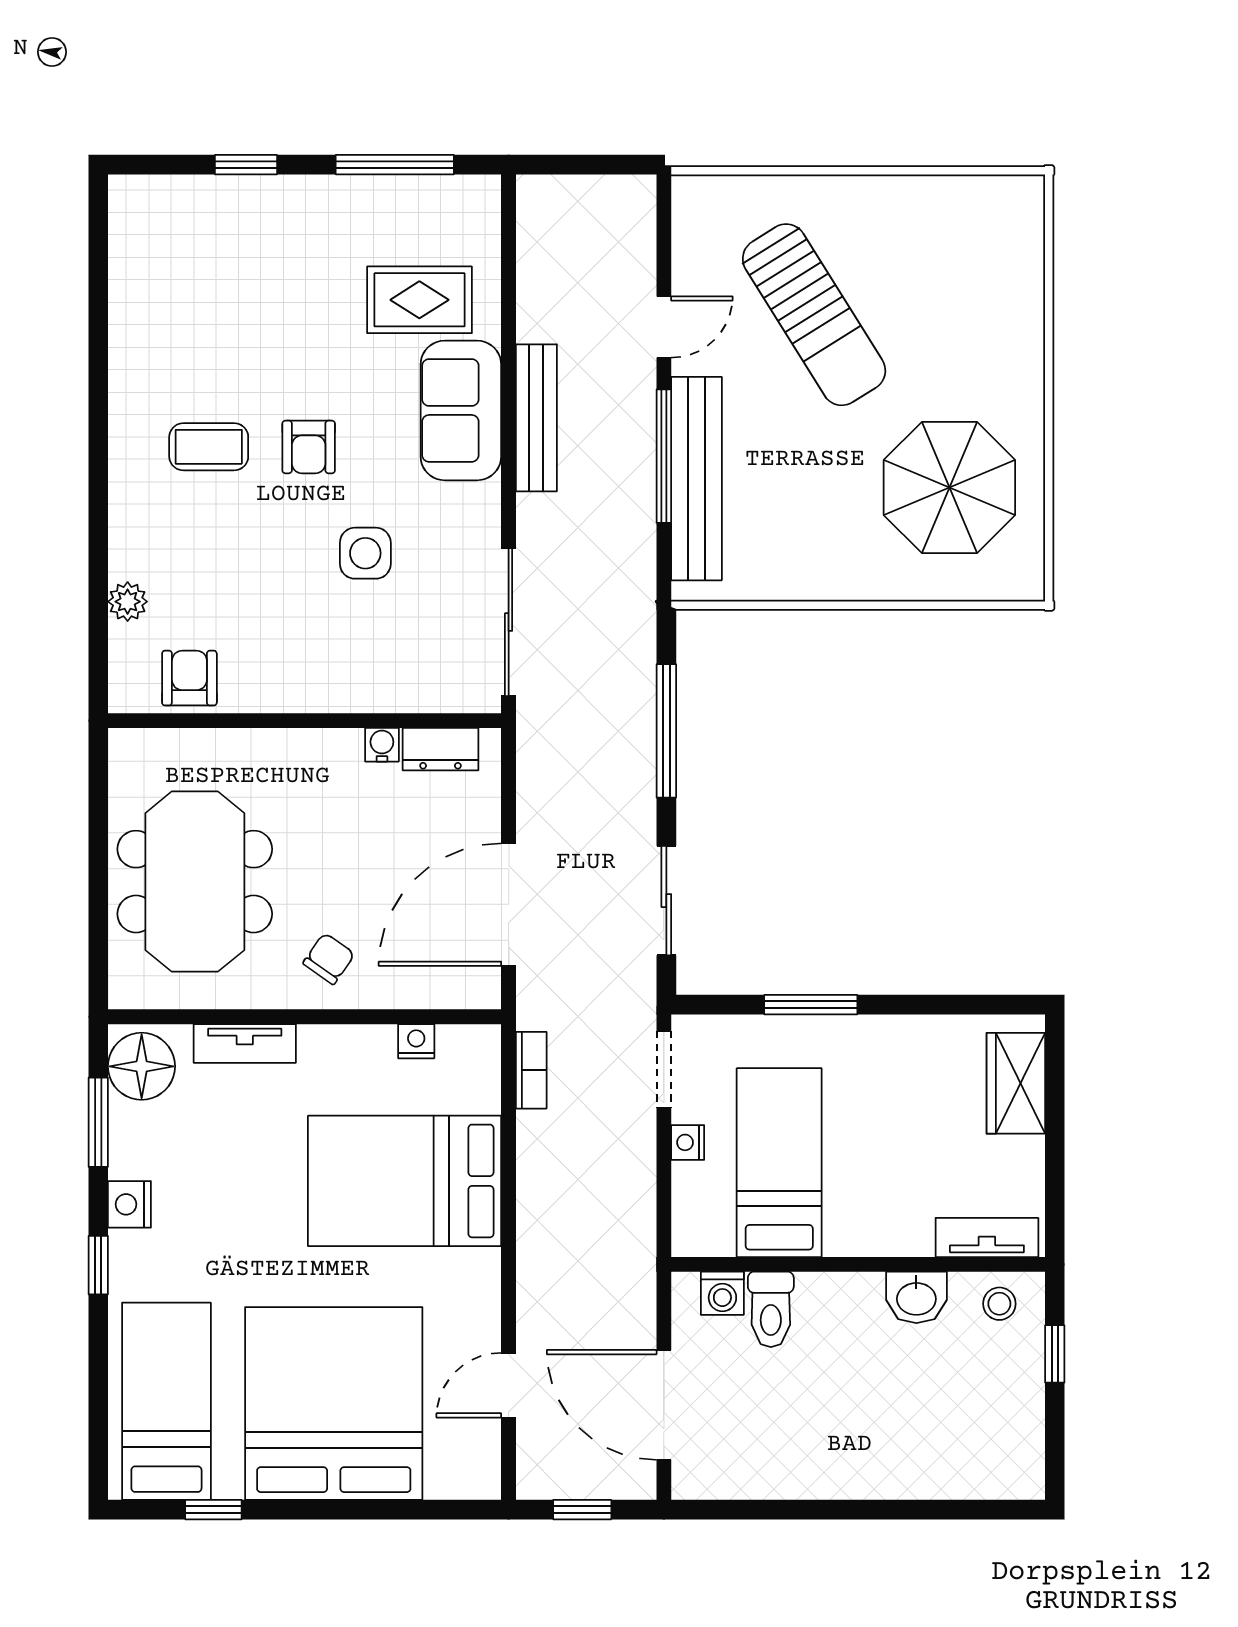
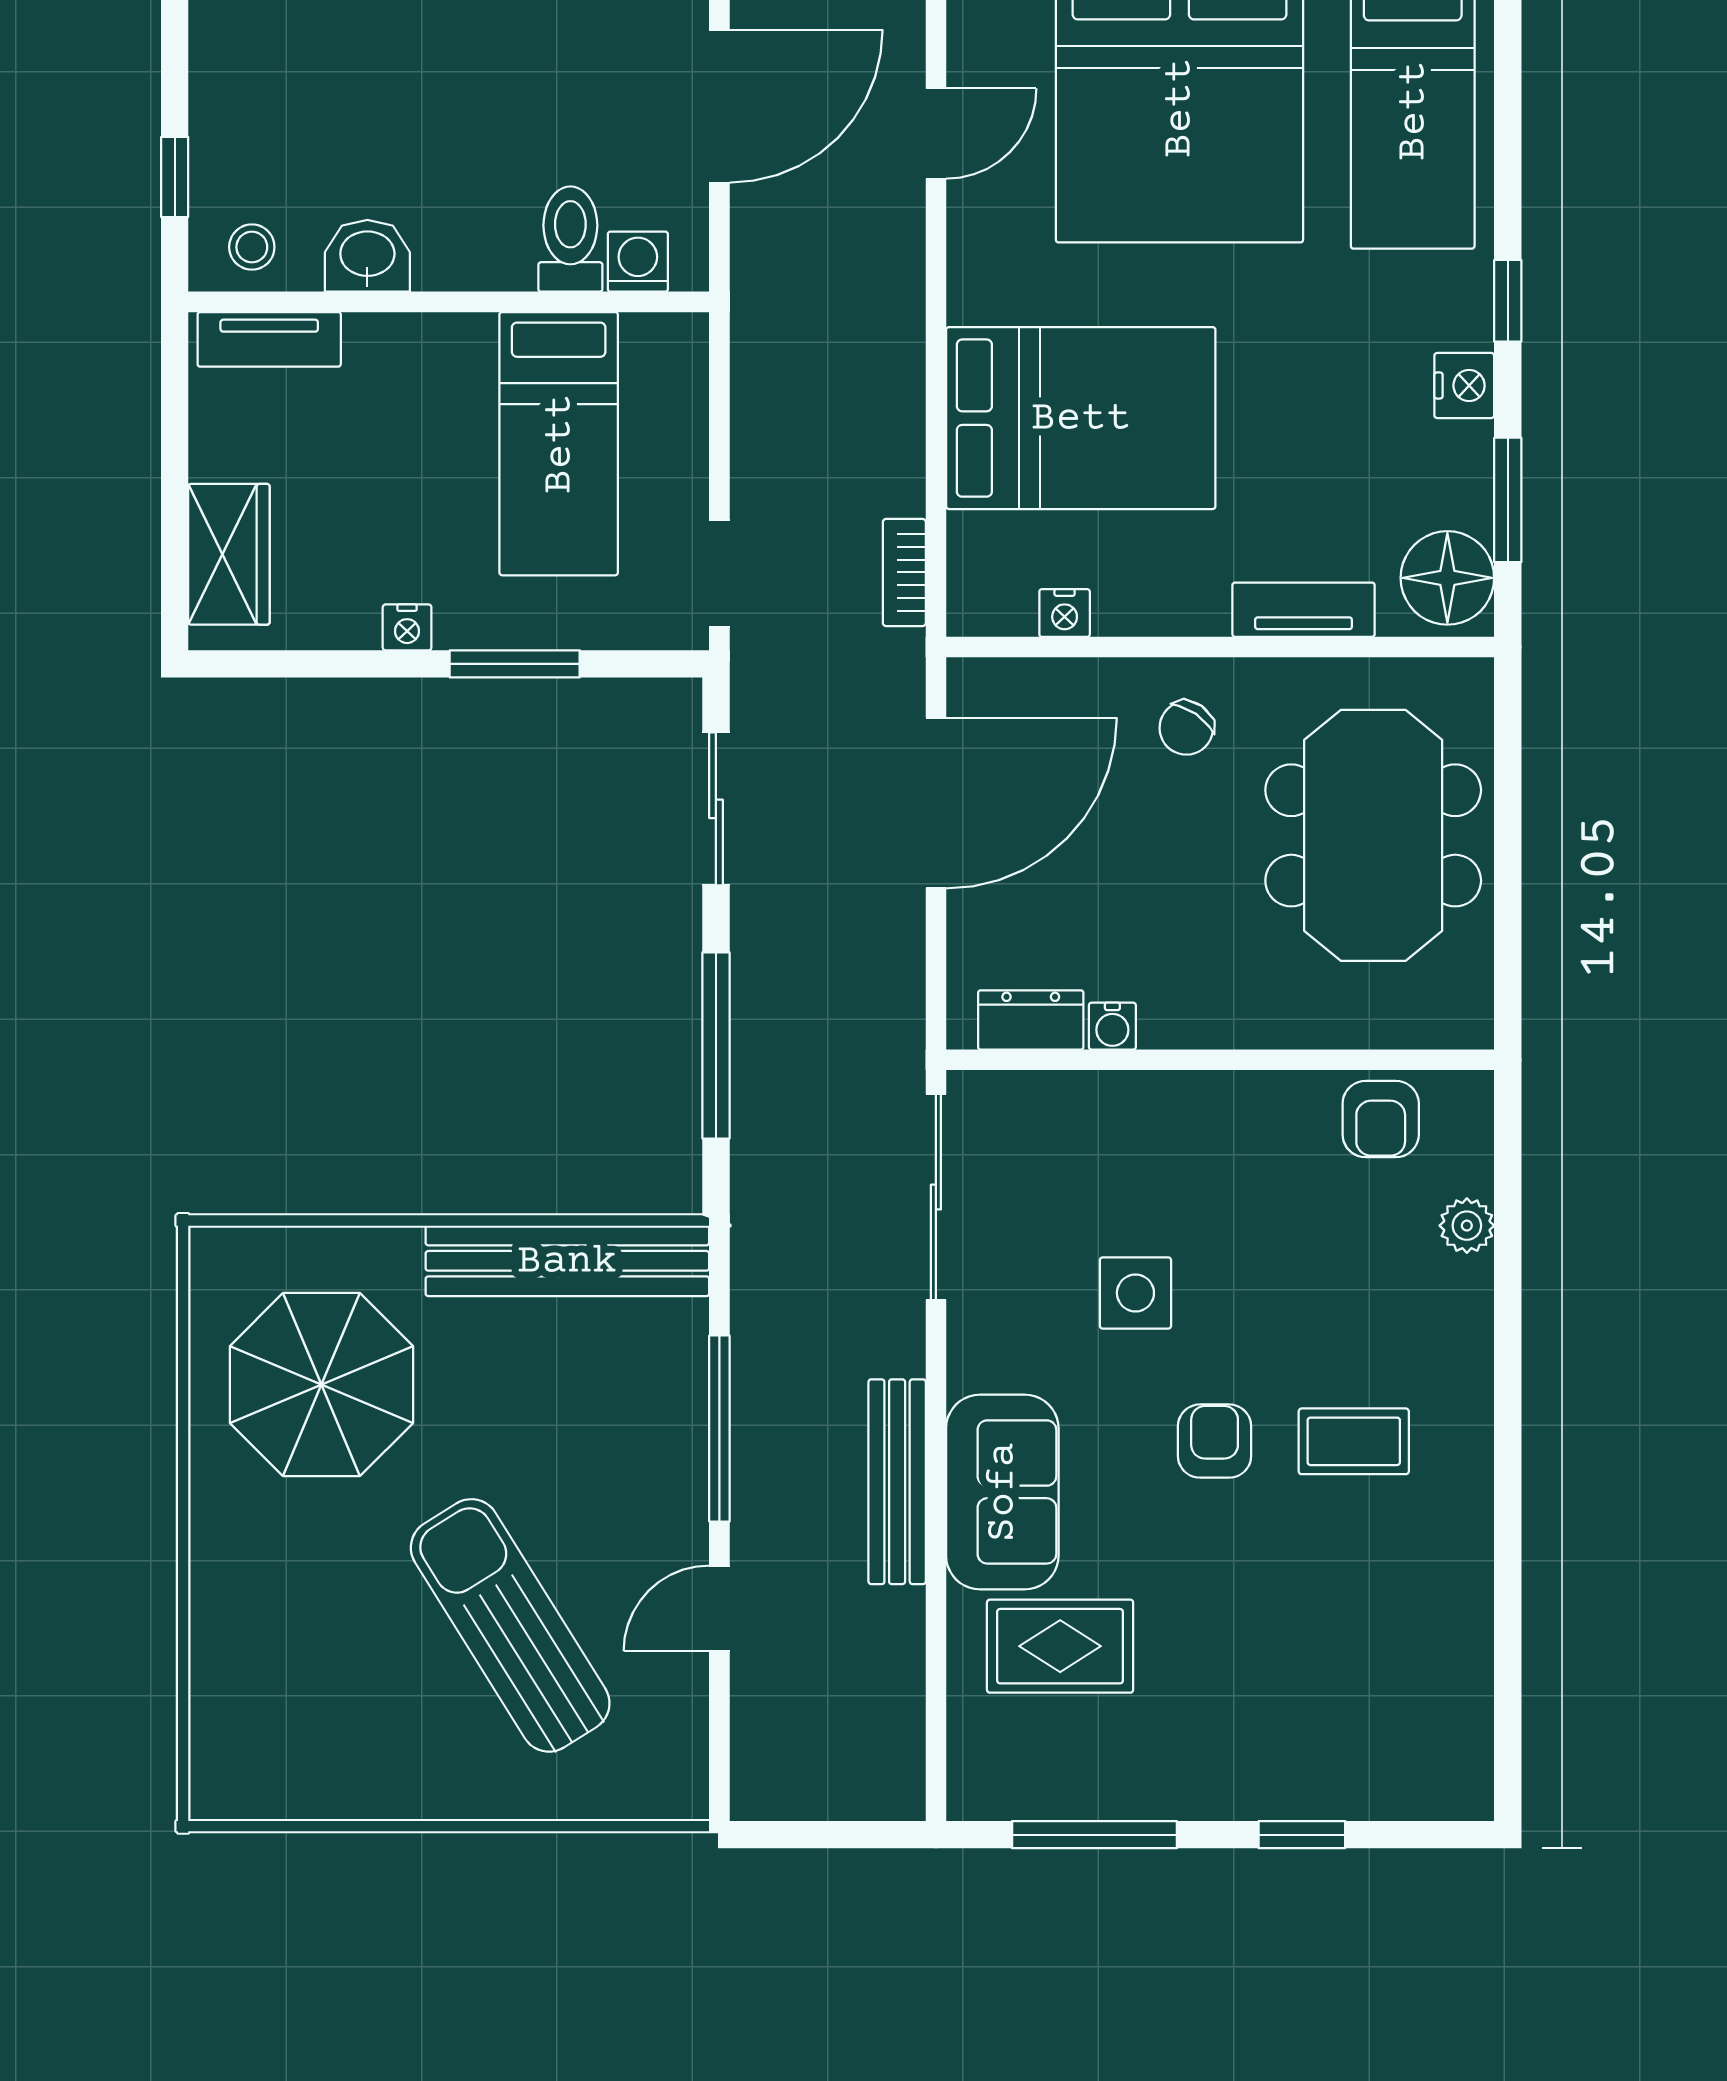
bench: (697, 479) -> (567, 1261), moved, turned 90
nightstand: (688, 1142) -> (407, 627), moved, turned 90
door: (664, 1405) -> (719, 106), hinge flipped

